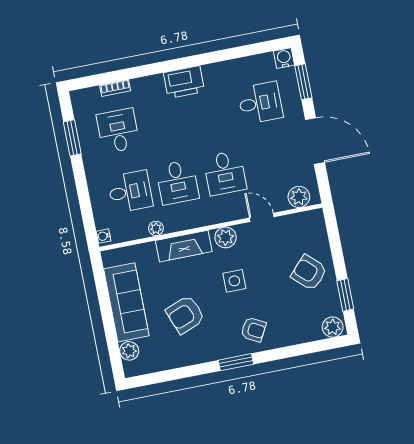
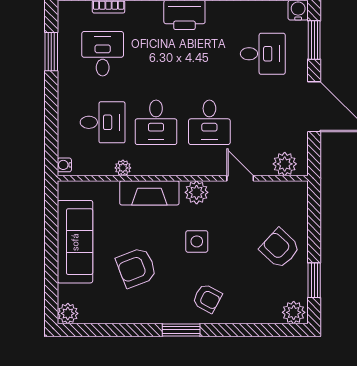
plant: (129, 351) -> (68, 313), moved

